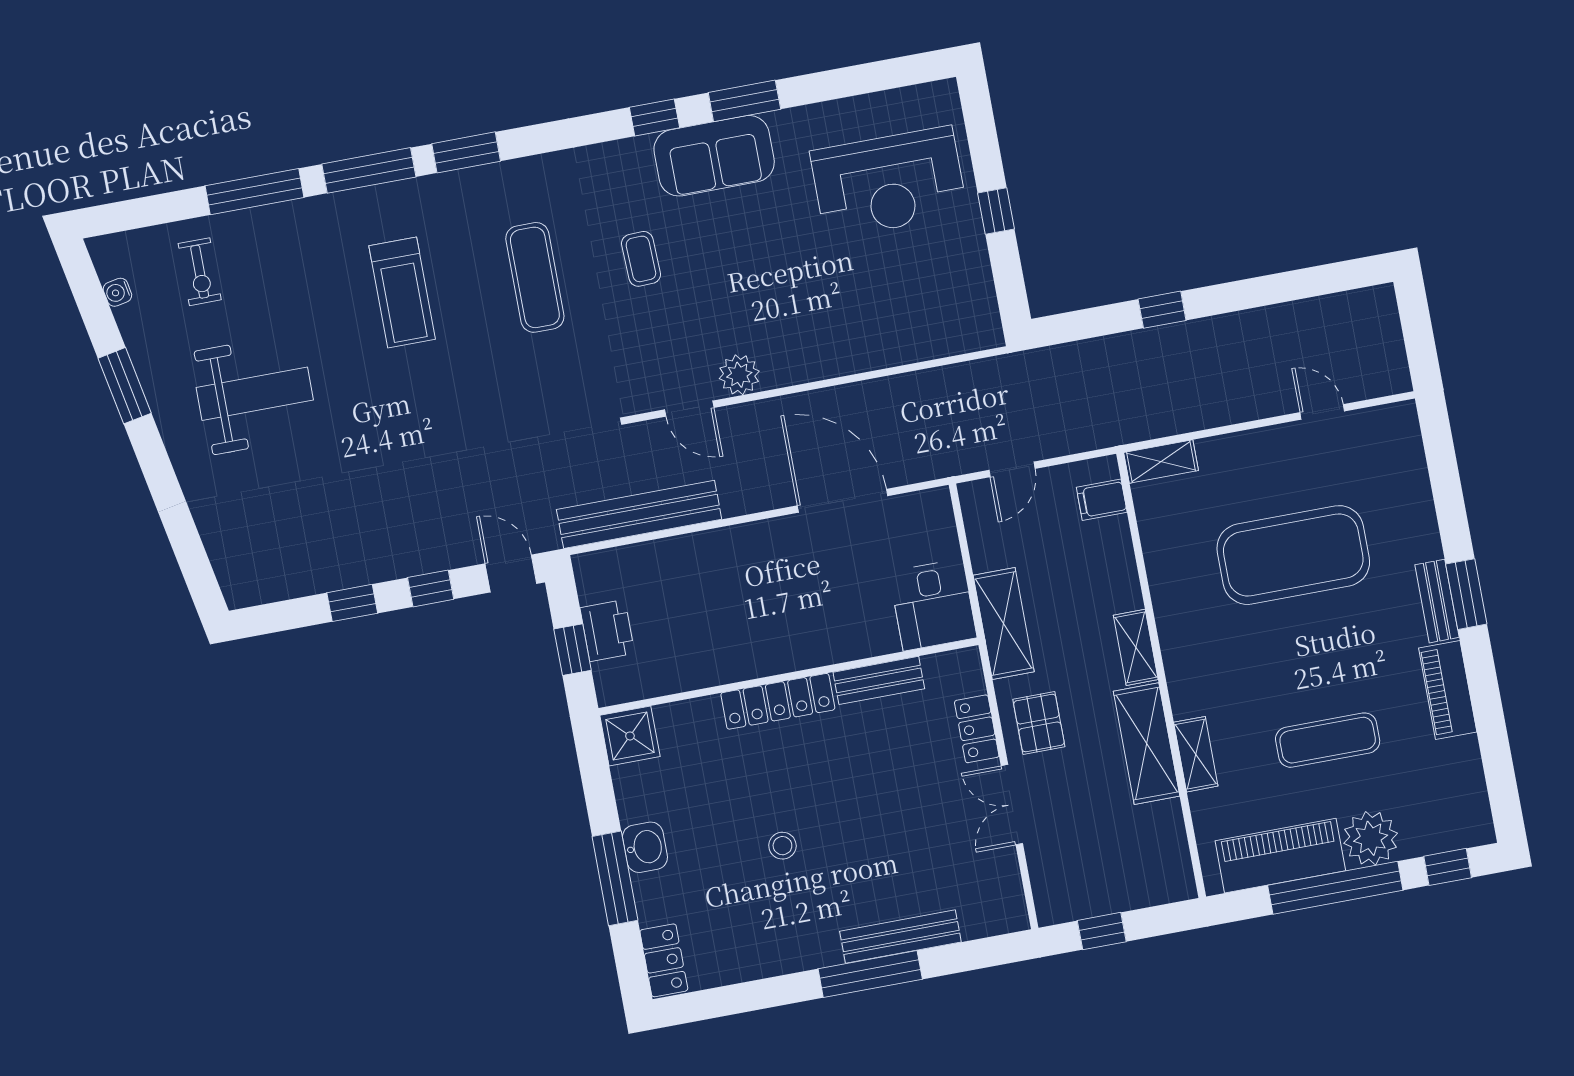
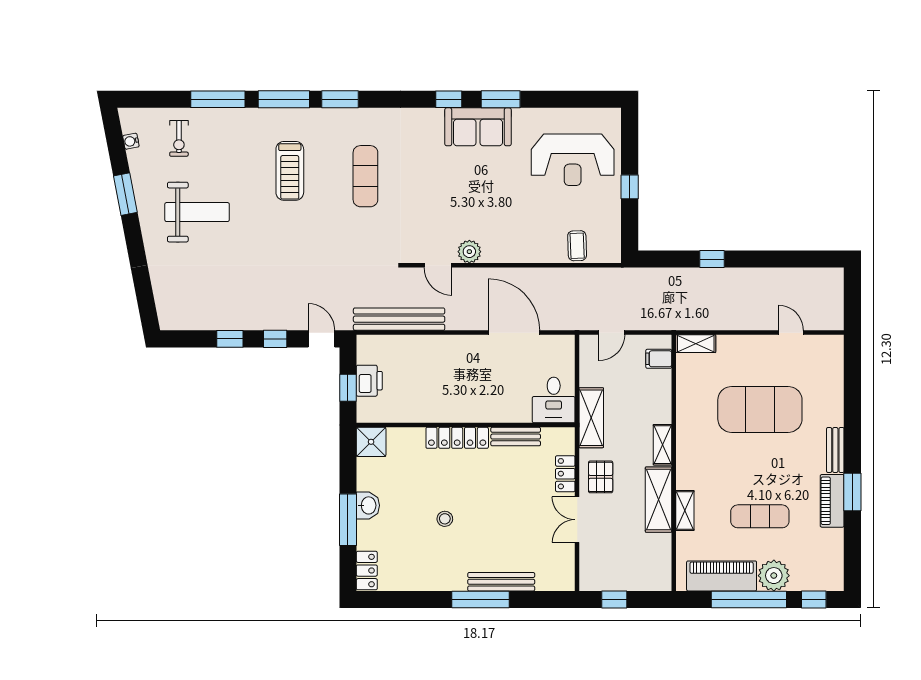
coffee table: (641, 259) -> (577, 246), moved
window: (1466, 594) -> (852, 492), moved

